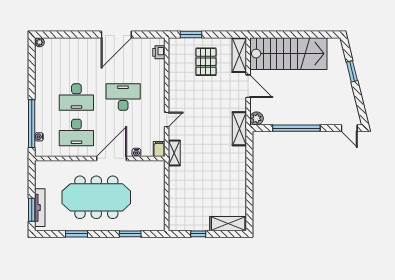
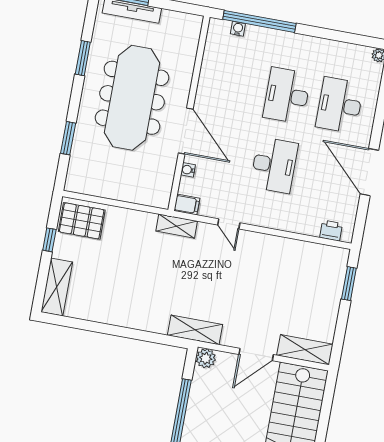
pallet: (206, 62) -> (82, 221), moved
desk: (76, 132) -> (340, 105), moved

